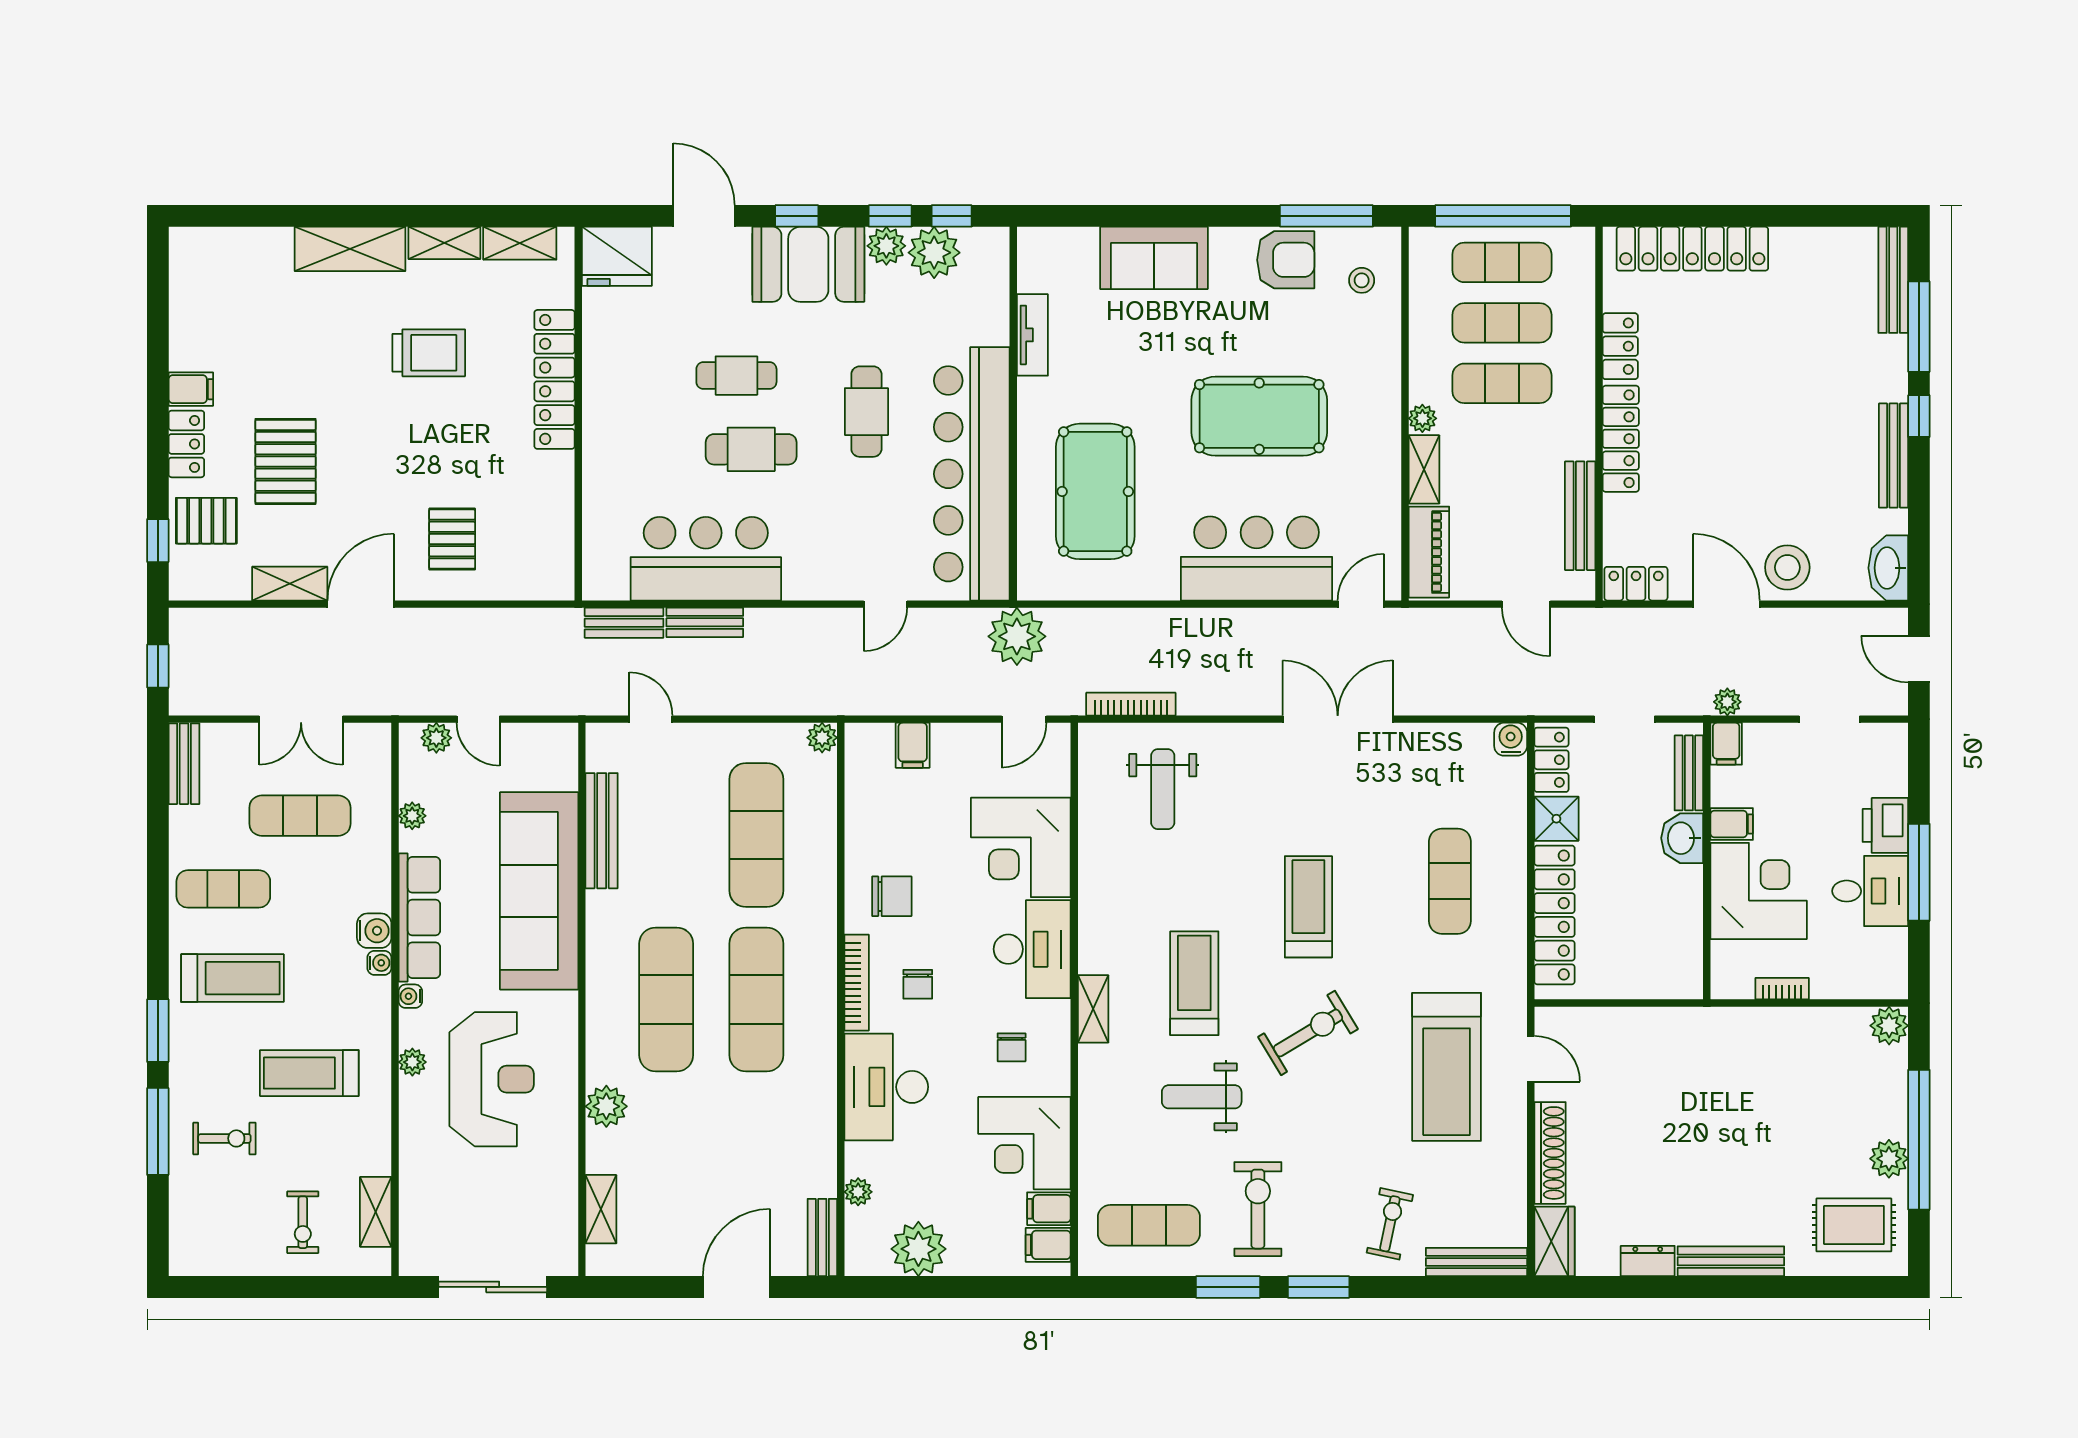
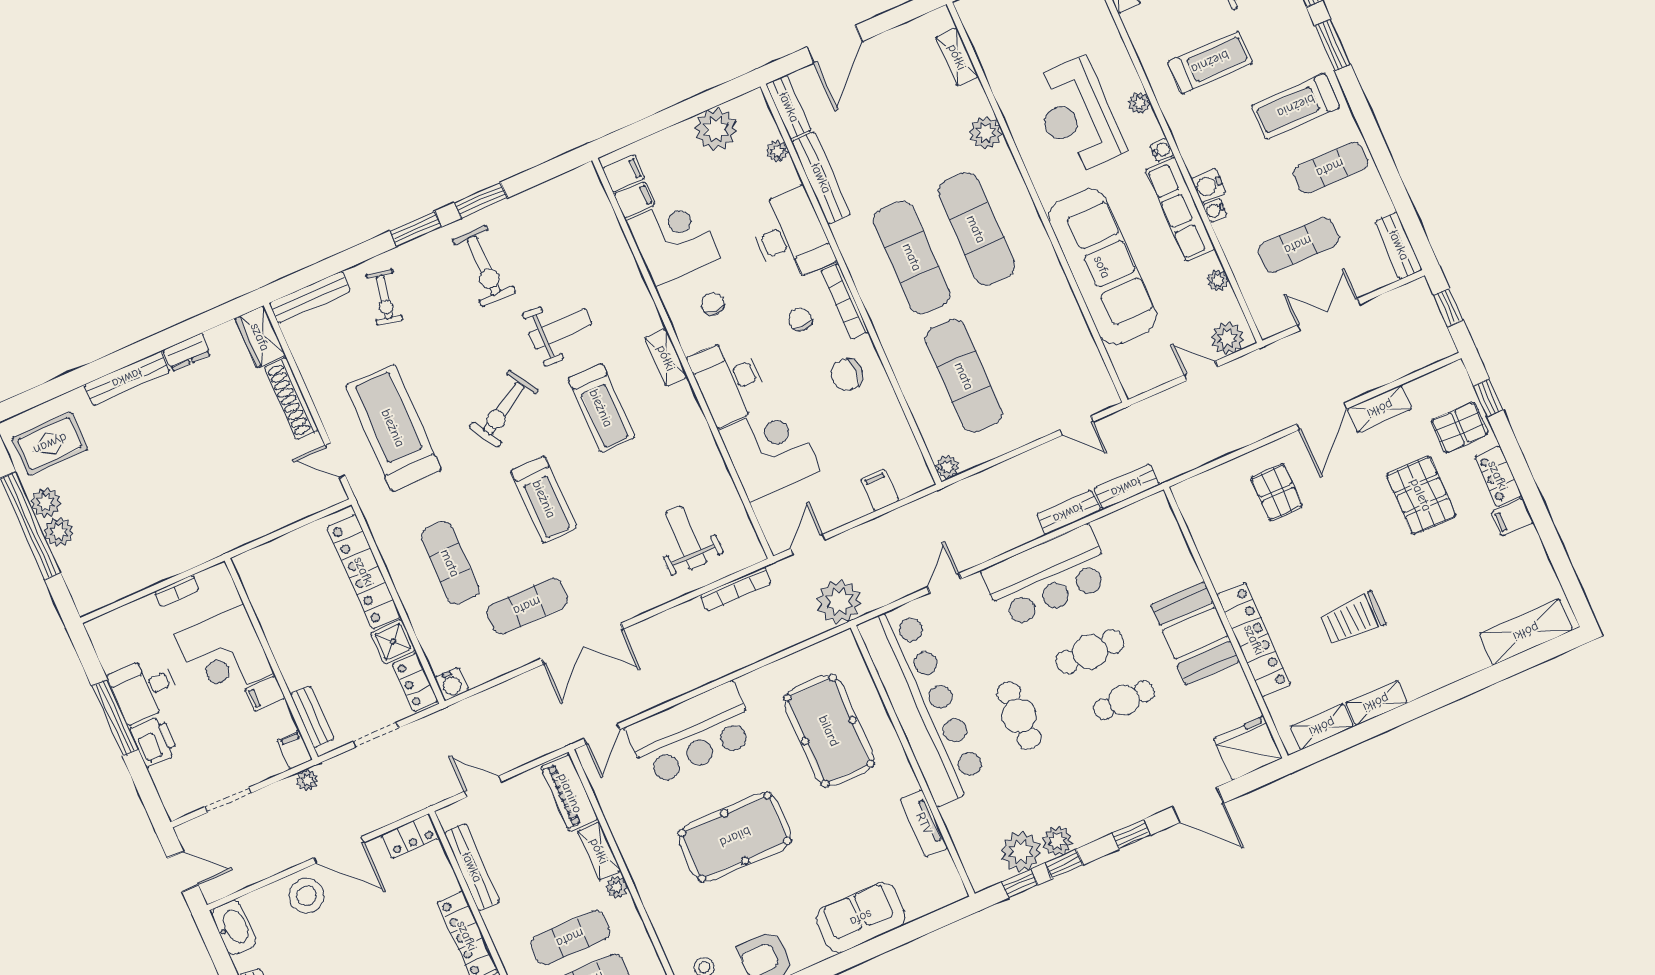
shelving: (350, 249) -> (1526, 632), moved
booth: (808, 264) -> (1195, 633), moved, turned 90
bar counter: (706, 559) -> (1047, 577), moved
plant: (436, 738) -> (1227, 338), width x1.38, depth x1.38
bench: (602, 831) -> (821, 178), moved
washbasin: (1682, 838) -> (296, 667), removed
water cooler: (379, 963) -> (1215, 210), moved
plant: (1889, 1026) -> (59, 532), moved
exercise mat: (1149, 1225) -> (527, 606), moved

